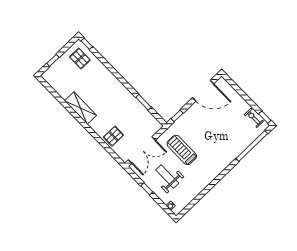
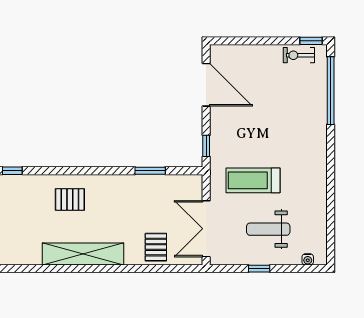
pallet: (80, 59) -> (70, 199), moved
door: (203, 91) -> (206, 85), hinge flipped
shelving: (81, 108) -> (83, 254), width x1.47
double door: (142, 150) -> (206, 229), swing flipped

